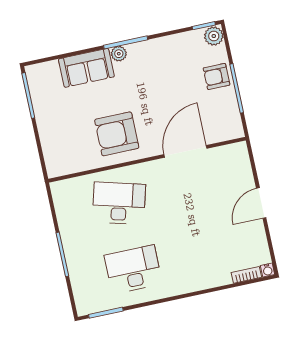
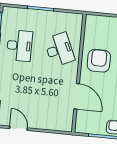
desk: (119, 203) -> (59, 50), turned -39
door: (261, 203) -> (19, 128), moved

